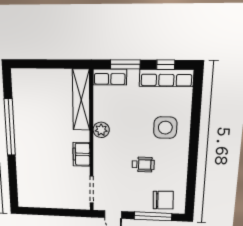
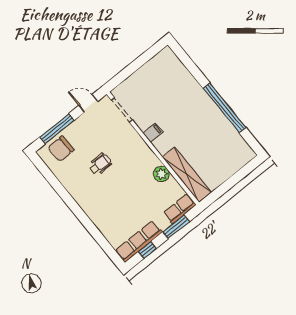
side table: (165, 128) -> (109, 206), removed
plant: (101, 130) -> (161, 174), moved
filing cabinet: (81, 154) -> (153, 133), width x0.50
wheelchair: (143, 165) -> (100, 164), turned 180

